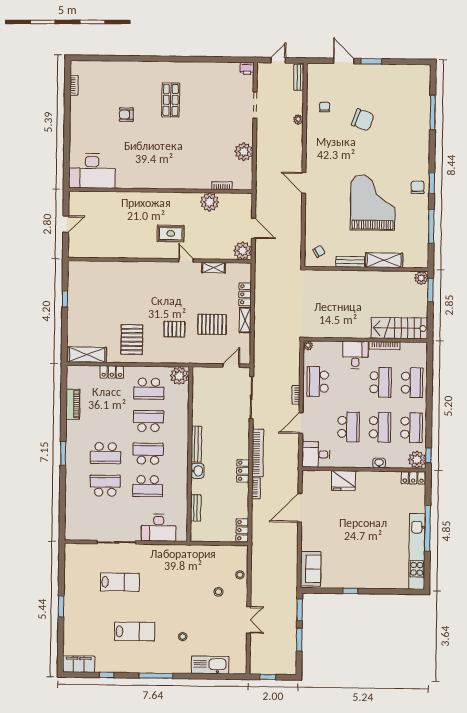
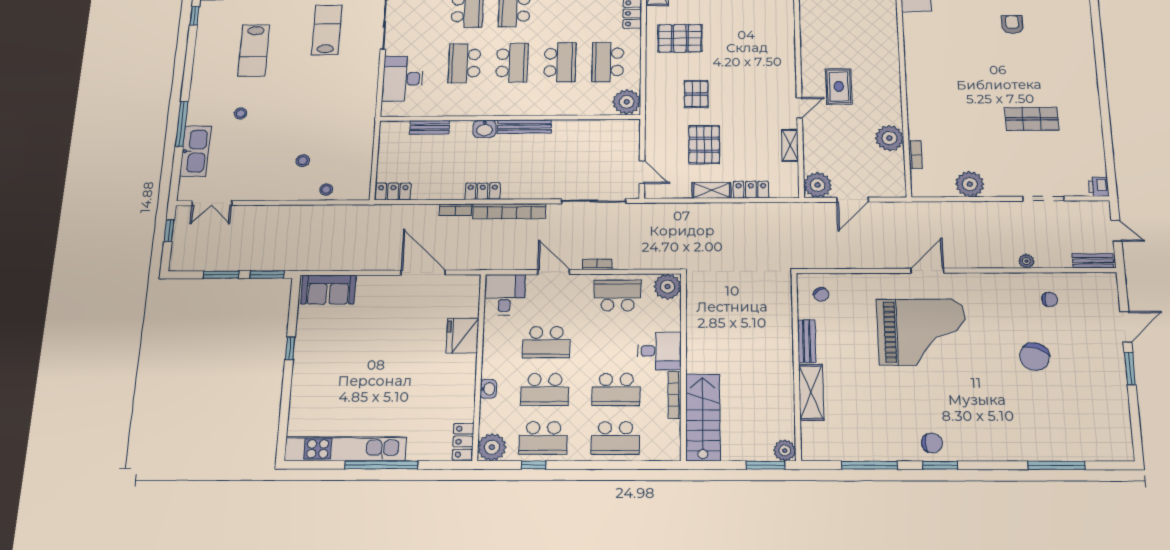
shop shelf: (171, 100) -> (1032, 119), moved
grand piano: (373, 203) -> (922, 332), moved
plant: (308, 345) -> (667, 287), width x1.88, depth x1.88
window: (428, 455) -> (534, 465), moved
lab bench: (120, 582) -> (327, 30), turned 180
double door: (249, 620) -> (212, 203), moved
window: (156, 676) -> (182, 124), moved

